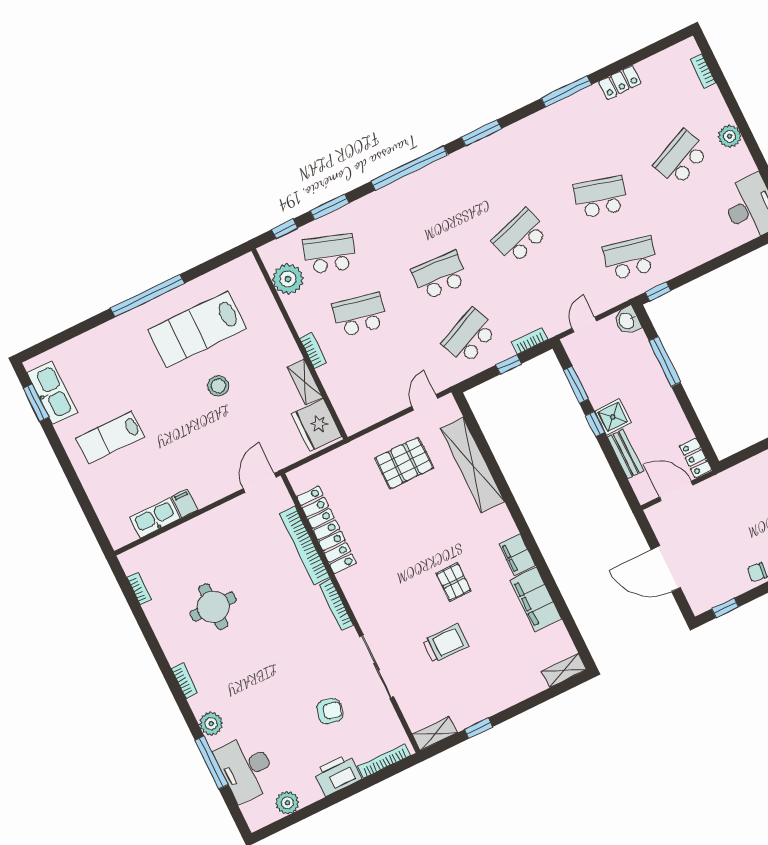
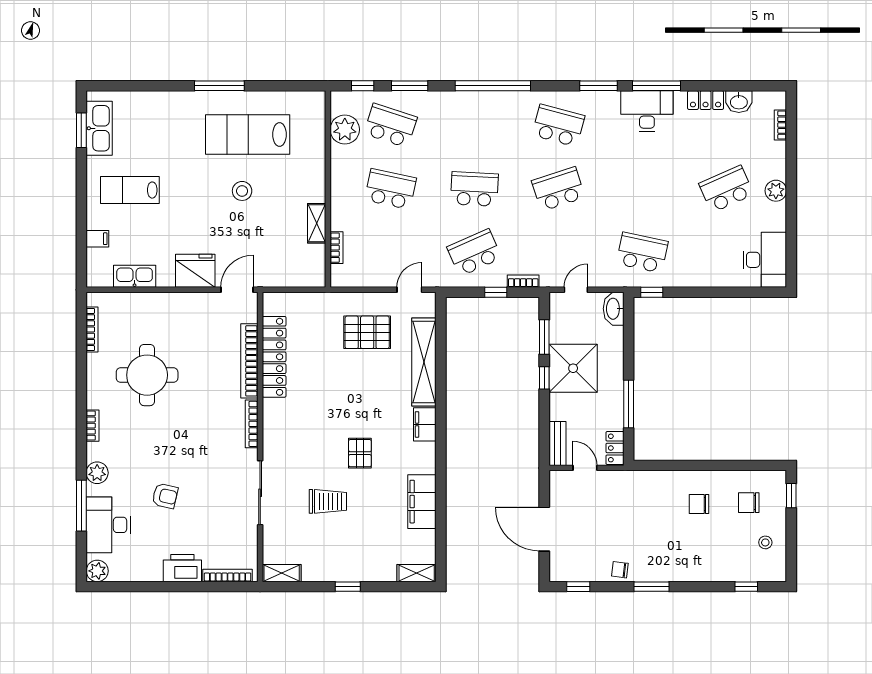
washbasin: (652, 68) -> (739, 102), added
desk: (569, 120) -> (647, 111), added
window: (481, 133) -> (598, 86), moved
school desk: (601, 197) -> (558, 125), moved
window: (147, 296) -> (219, 86), width x0.68
washbasin: (627, 321) -> (614, 309), width x1.38
bookcase: (313, 351) -> (337, 248), moved
window: (665, 362) -> (629, 404), moved
shower: (613, 417) -> (573, 368), width x1.86, depth x1.86
fridge: (317, 425) -> (195, 271), moved, turned 90
bench: (625, 454) -> (557, 444), moved
door: (676, 491) -> (585, 468), width x0.73
filing cabinet: (185, 503) -> (97, 239), moved, turned 90
filing cabinet: (517, 555) -> (425, 424), moved
bookcase: (139, 589) -> (92, 330), width x1.56
round table: (213, 607) -> (147, 375), width x1.36, depth x1.36
armchair: (330, 711) -> (165, 496), moved
window: (478, 728) -> (348, 587), moved
plant: (287, 803) -> (97, 571), moved

